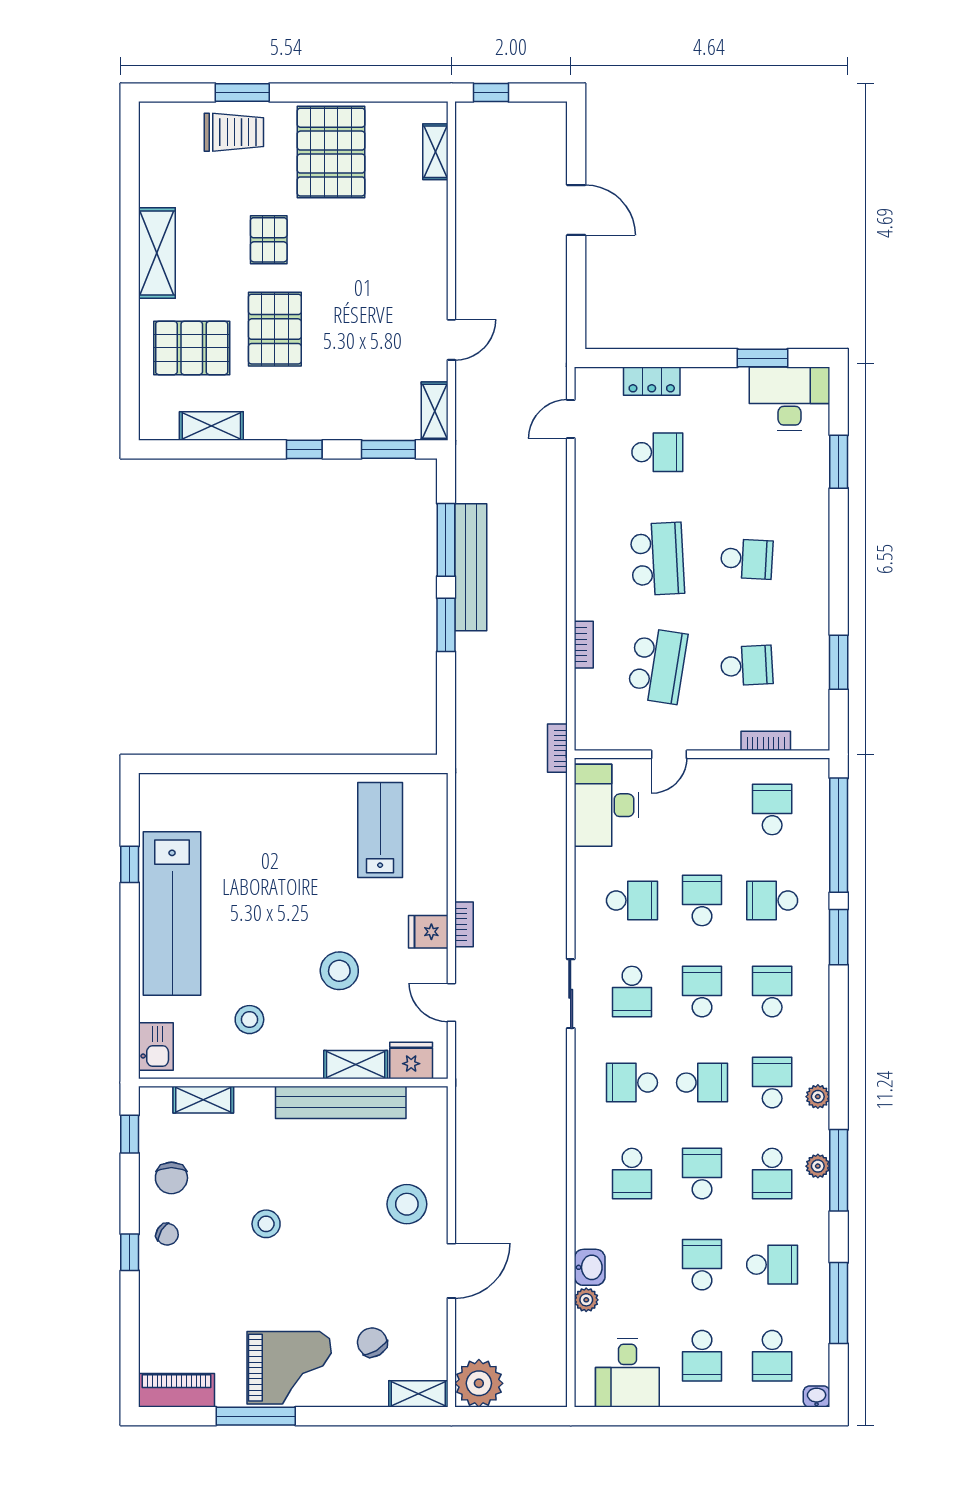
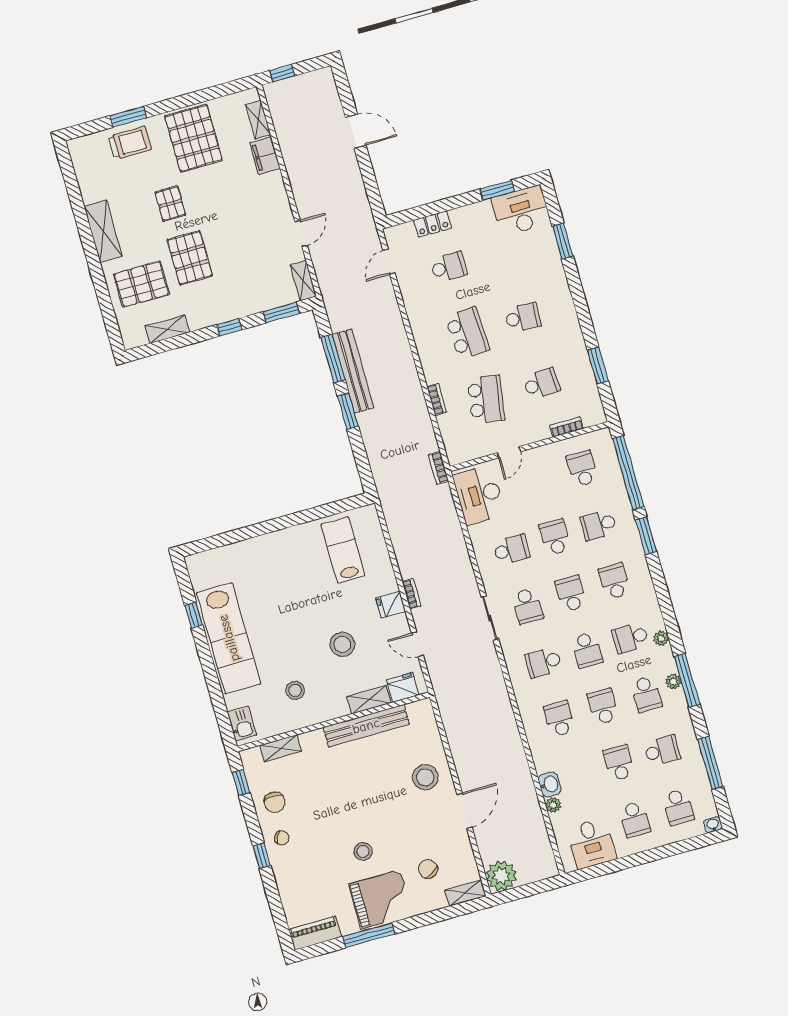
filing cabinet: (430, 208) -> (265, 155), added
school desk: (702, 1083) -> (587, 650), turned 90
school desk: (772, 1083) -> (630, 638), turned -90
school desk: (632, 1174) -> (559, 719), turned 180
stool: (266, 1224) -> (363, 851), moved

